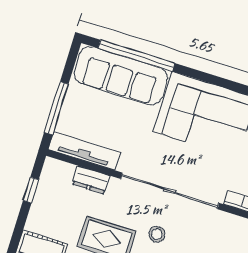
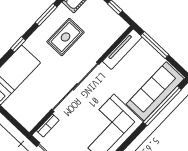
dresser: (91, 180) -> (104, 45), removed
stool: (157, 234) -> (54, 67), removed

